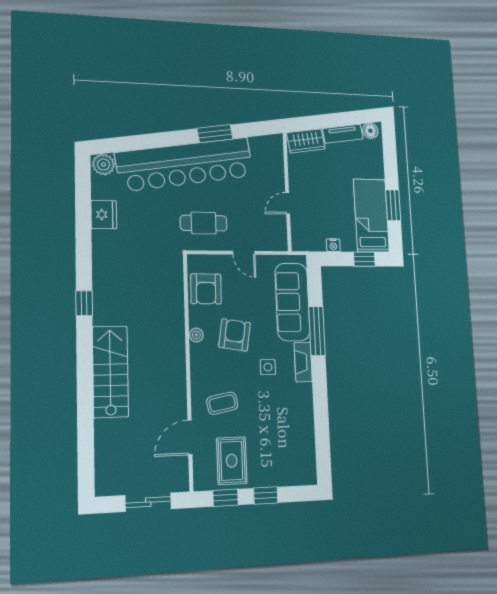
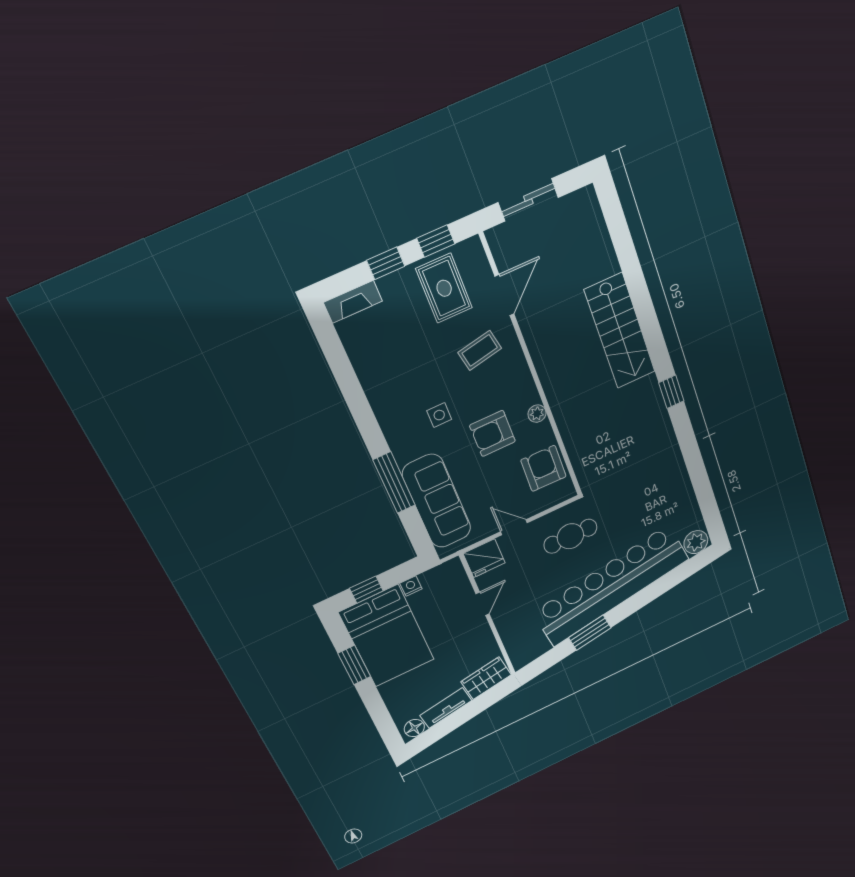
fridge: (104, 215) -> (484, 558), moved, turned -90
bed: (371, 215) -> (387, 636), width x1.50
armchair: (235, 335) -> (492, 433), turned 81
fireplace: (303, 362) -> (353, 302), moved, turned 90

